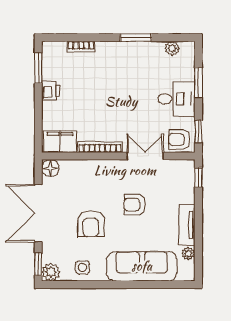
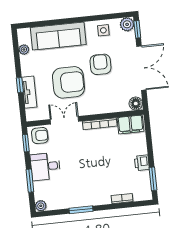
plant: (172, 48) -> (41, 206), moved
double door: (145, 156) -> (64, 120), swing flipped
window: (198, 177) -> (20, 85), moved
armchair: (135, 205) -> (68, 82), width x1.88, depth x1.88
tv unit: (187, 225) -> (29, 92), moved

